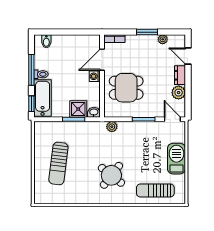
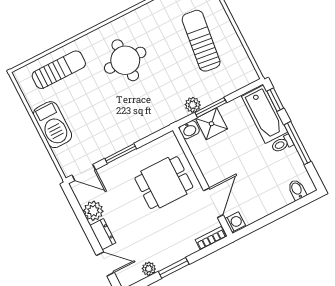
washing machine: (95, 76) -> (235, 222), moved
plant: (112, 127) -> (193, 105), moved
round table: (111, 175) -> (125, 60), turned -38

